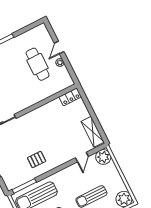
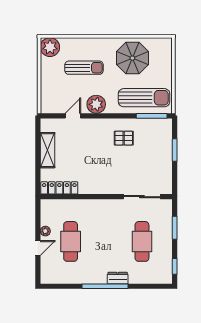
locker: (70, 97) -> (59, 188), width x1.53
shelving: (93, 132) -> (47, 150), moved
plant: (103, 157) -> (96, 104), moved

